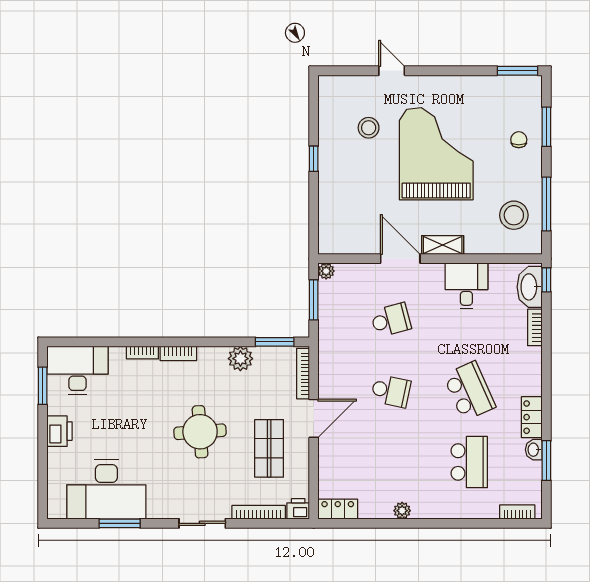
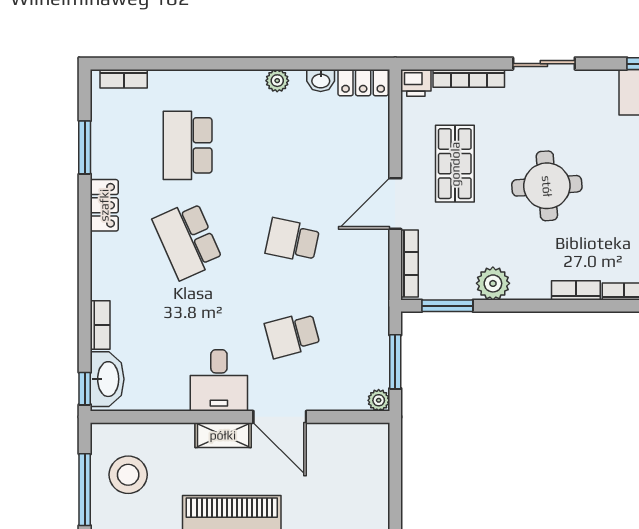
desk: (466, 286) -> (219, 380), moved
washbasin: (534, 450) -> (321, 80), moved, turned 90

